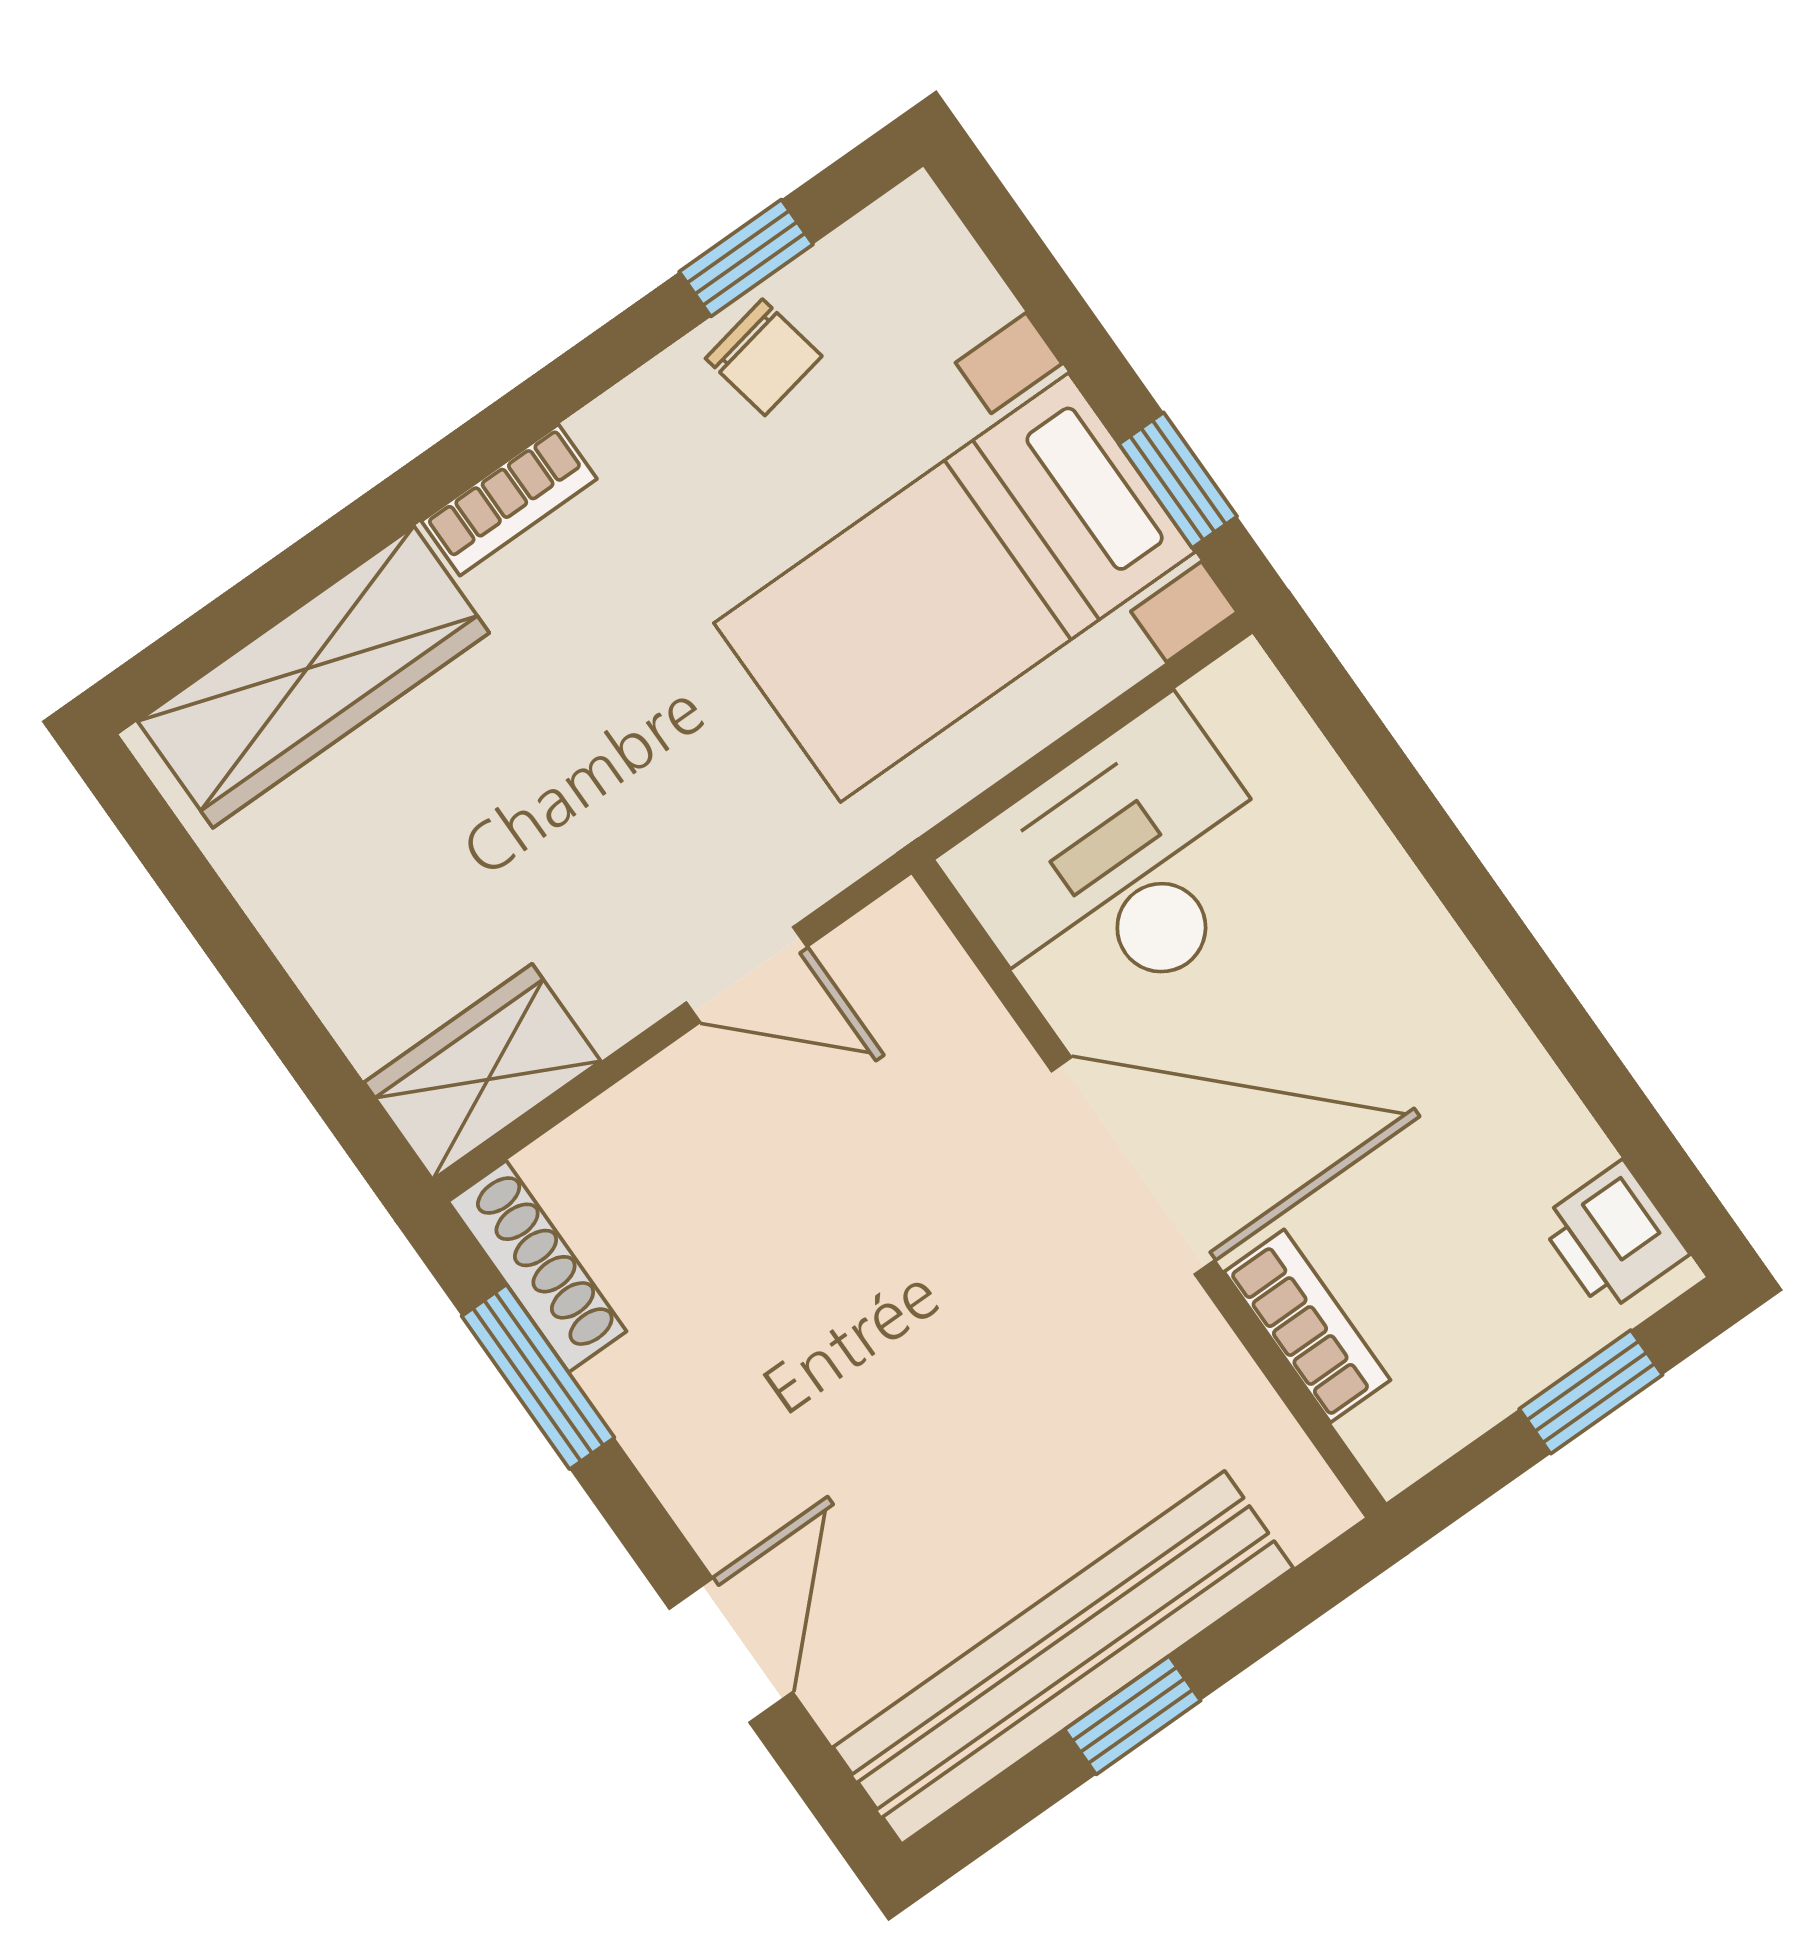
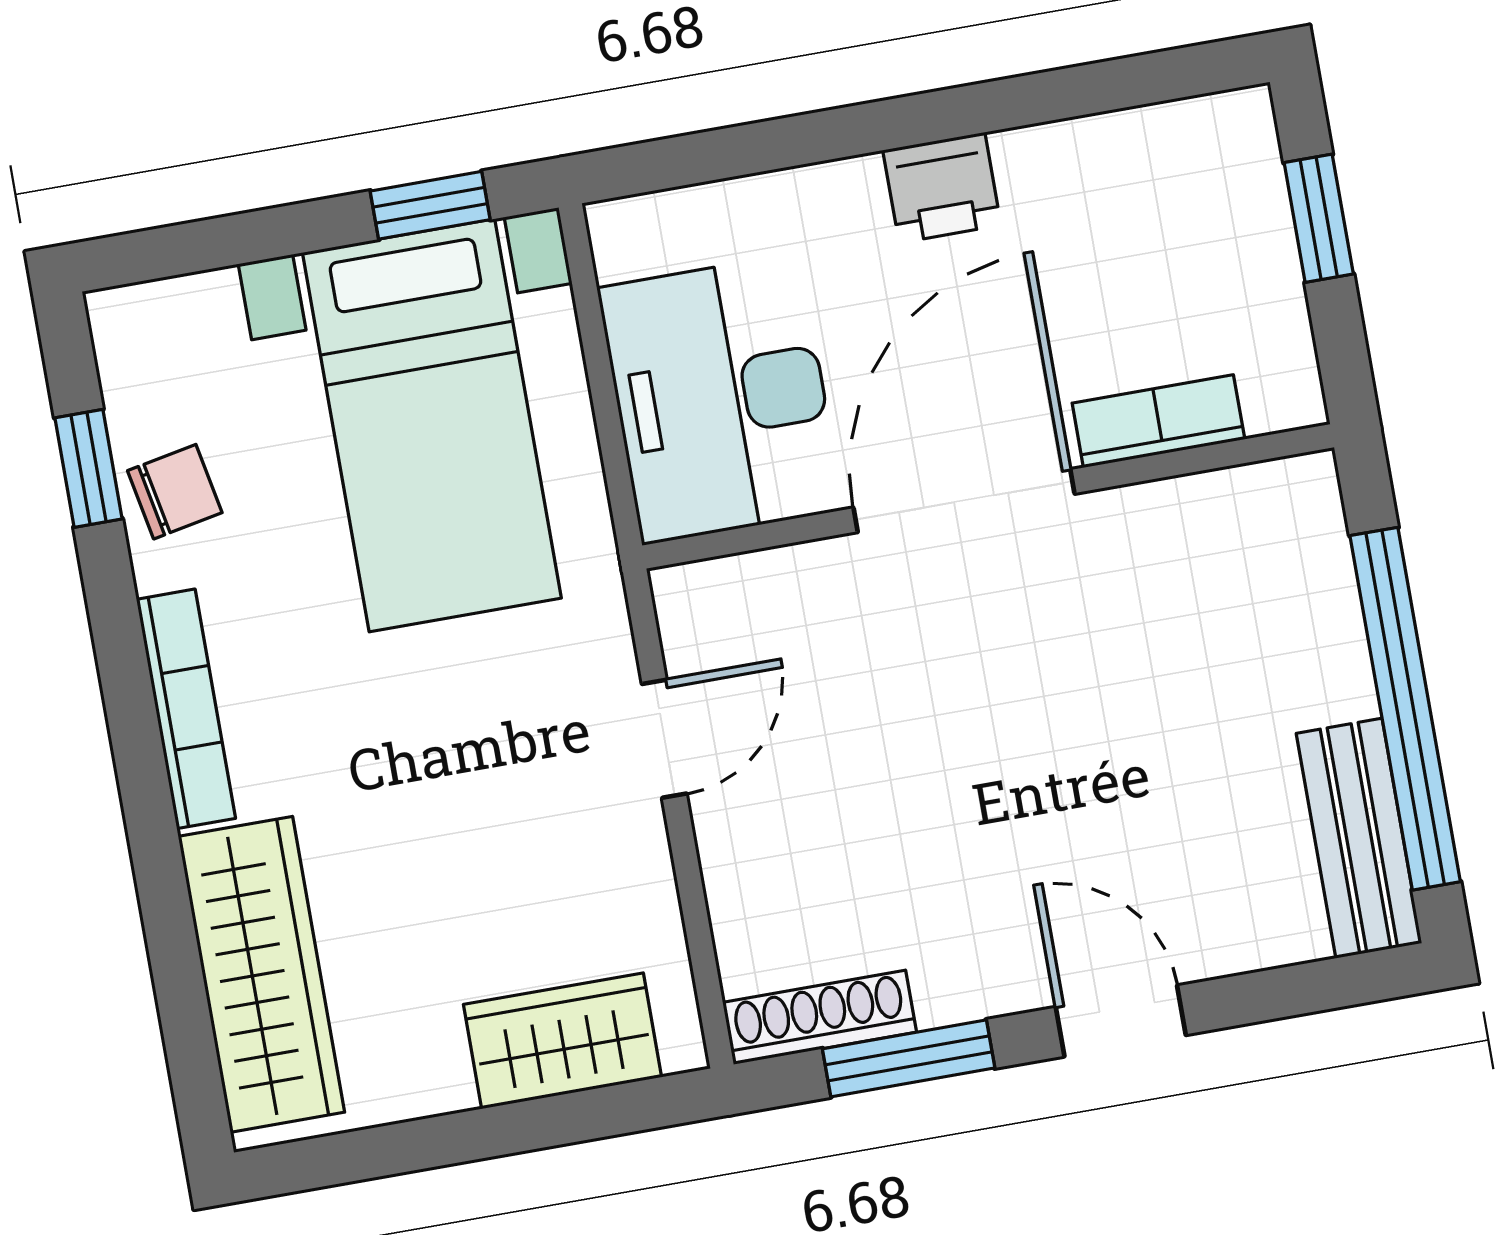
bookcase: (509, 500) -> (186, 709), width x1.56
wardrobe: (482, 1072) -> (562, 1041), moved, turned 90
printer: (1613, 1237) -> (942, 188), moved
door: (731, 1650) -> (1121, 1021), moved
bench: (1063, 1658) -> (1359, 838), width x0.54, depth x0.82
window: (1133, 1715) -> (1405, 709), width x3.17

